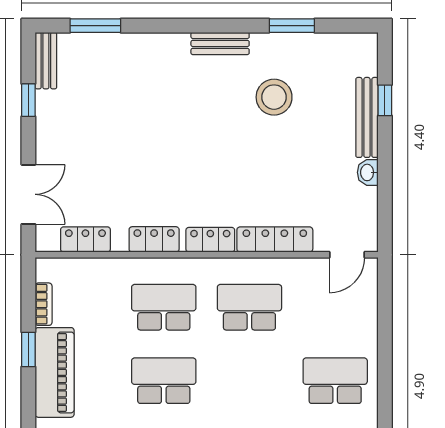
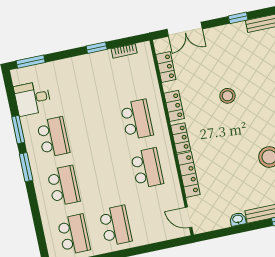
stool: (156, 146) -> (228, 96), added
piano: (55, 372) -> (87, 65), removed
school desk: (164, 381) -> (95, 128), removed

